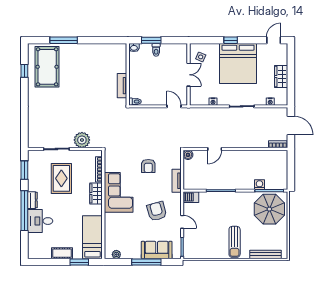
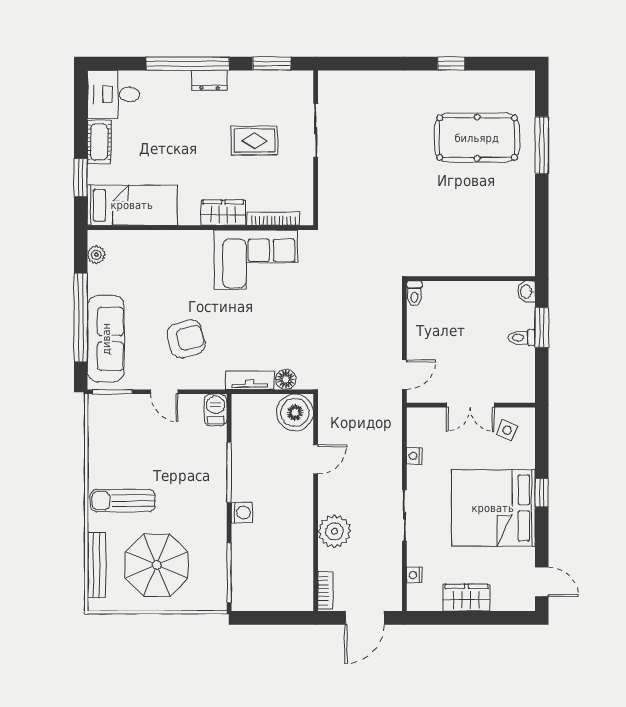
pool table: (47, 67) -> (477, 138), moved
window: (24, 71) -> (451, 64), moved
tv unit: (122, 86) -> (447, 267), removed
plant: (82, 140) -> (334, 531), moved
door: (215, 149) -> (316, 459), swing flipped
boiler: (188, 155) -> (295, 412), width x1.86, depth x1.86
floor lamp: (176, 163) -> (286, 379), added
armchair: (148, 166) -> (280, 321), removed
rug: (61, 178) -> (254, 141), width x0.73, depth x0.70
washing machine: (259, 185) -> (242, 513), moved
corner sofa: (119, 192) -> (256, 260), moved
parasol: (269, 209) -> (157, 565), moved
desk: (40, 221) -> (113, 94), moved, turned -90
door: (182, 222) -> (164, 392), hinge flipped
sofa: (157, 250) -> (106, 339), width x1.36
window: (146, 262) -> (81, 317), width x1.46

